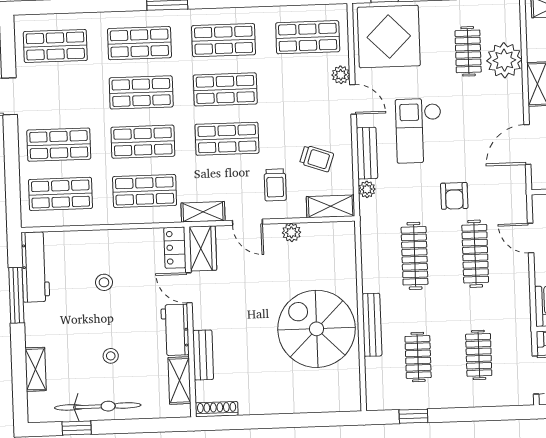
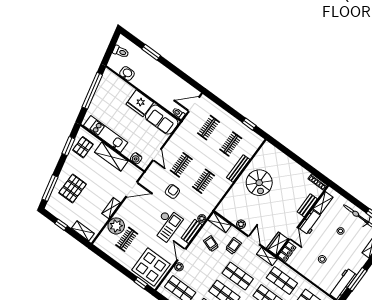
clothes rail: (475, 254) -> (181, 165), width x0.73
clothes rail: (415, 256) -> (204, 181), width x0.73
spiral stairs: (317, 329) -> (259, 183), width x0.73, depth x0.73

